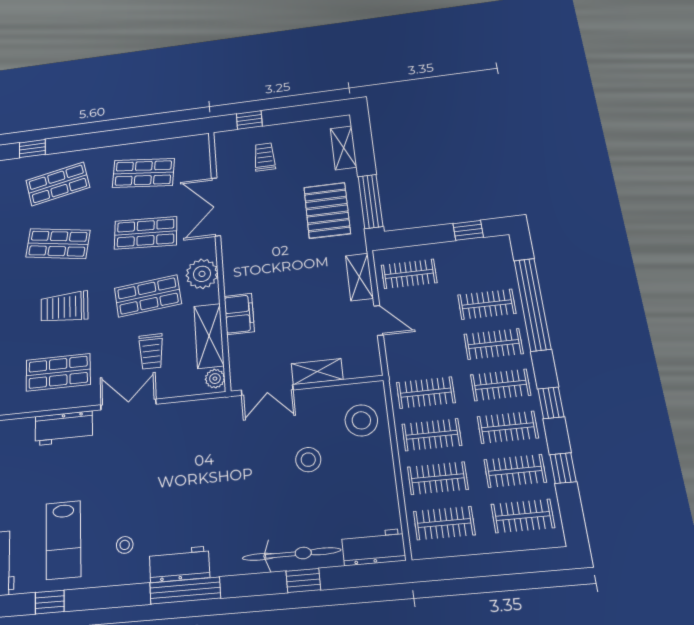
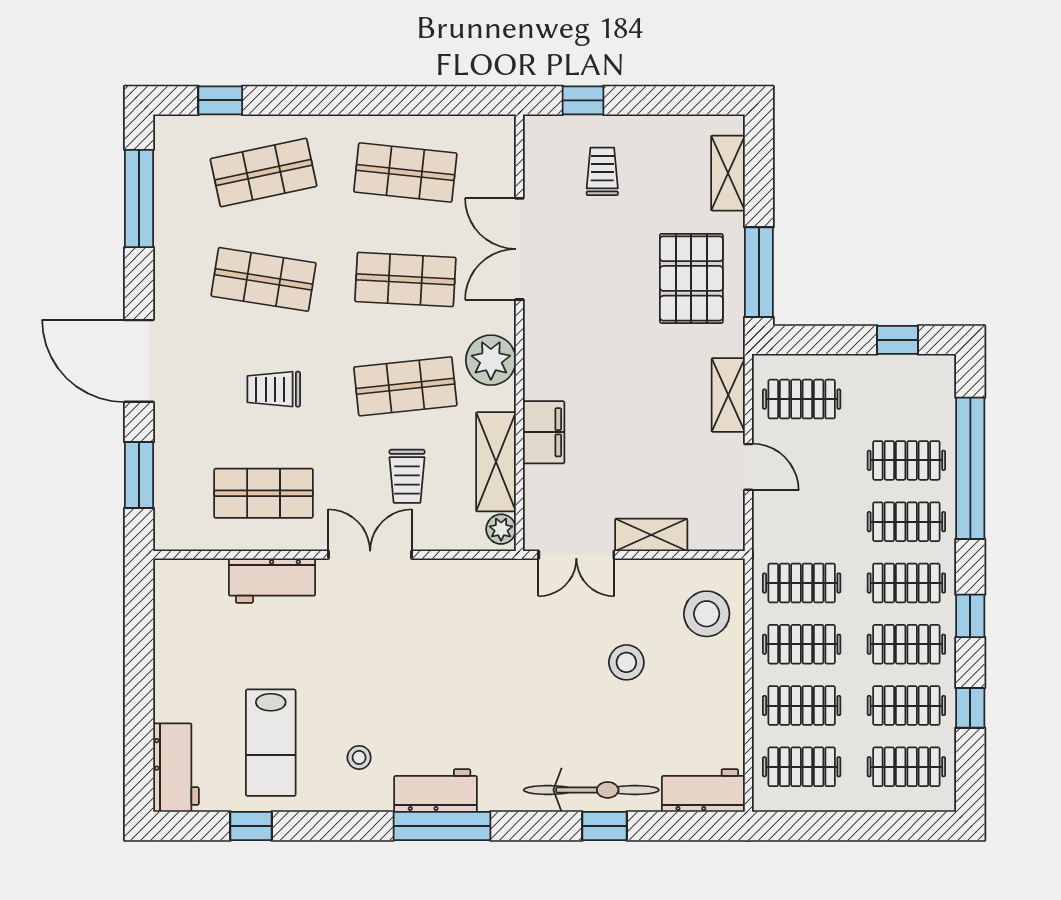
trolley: (64, 307) -> (274, 389), width x0.73, depth x0.72

